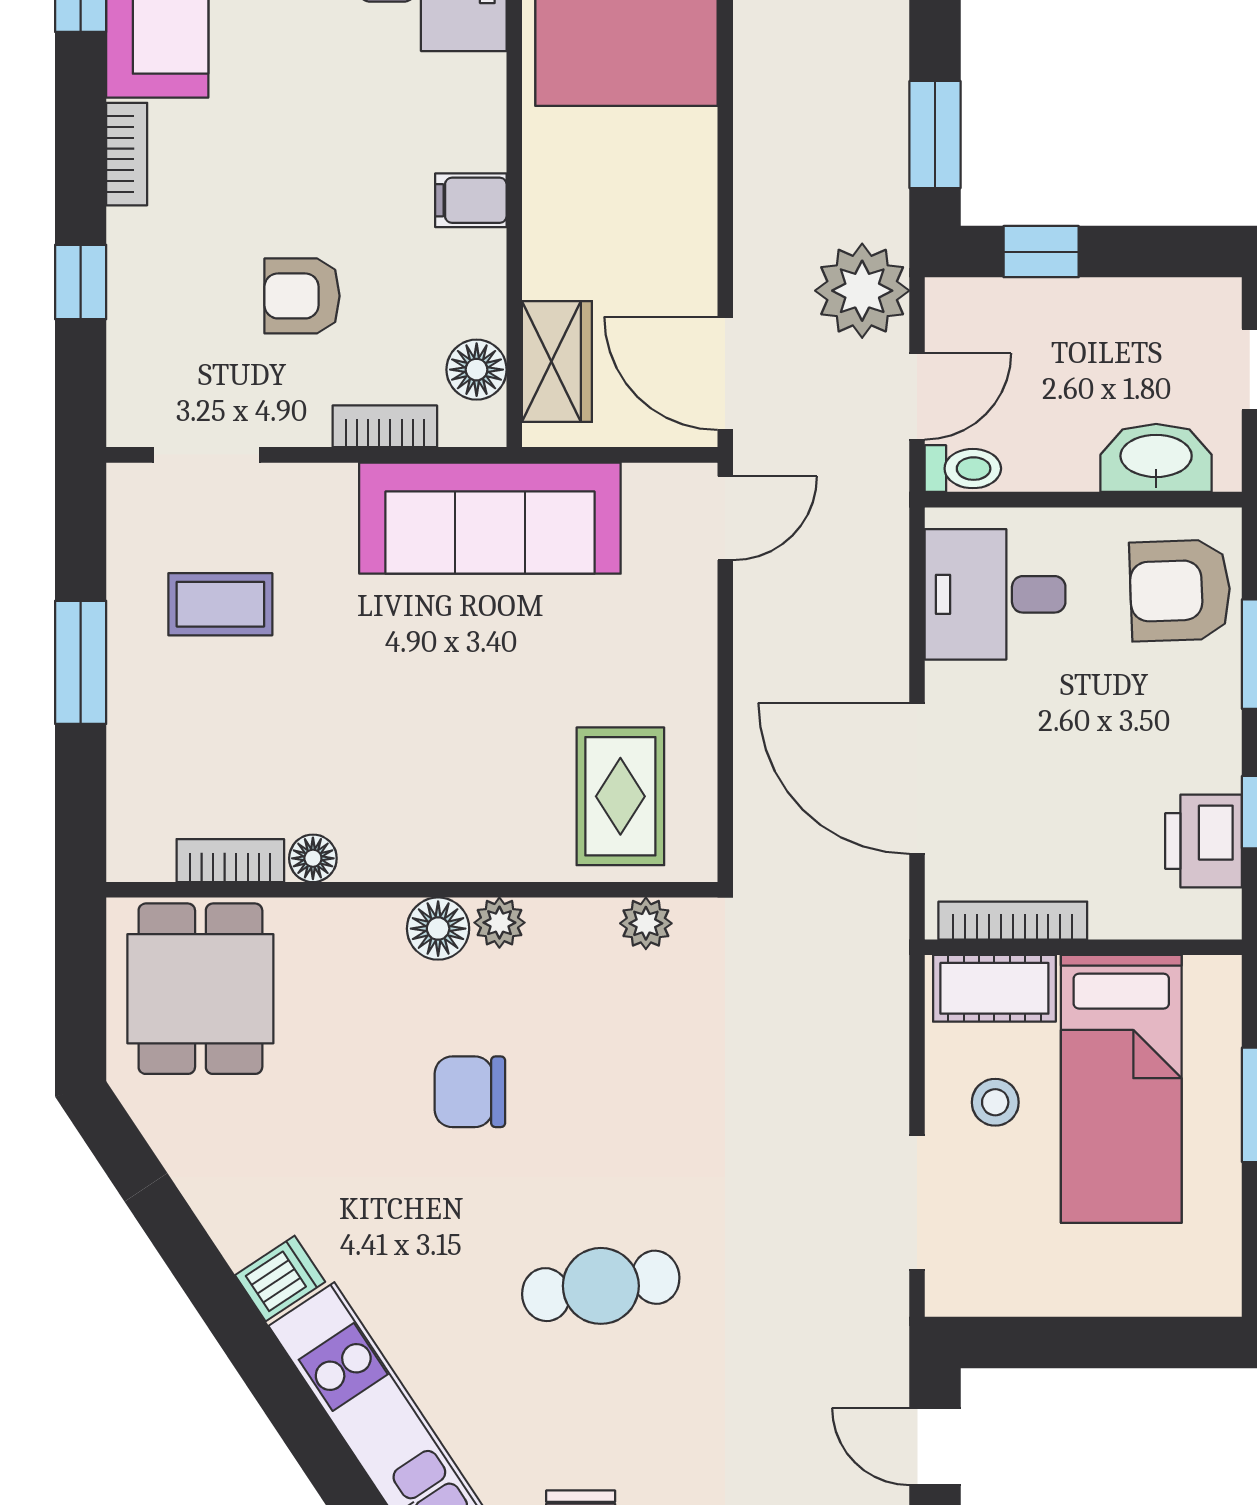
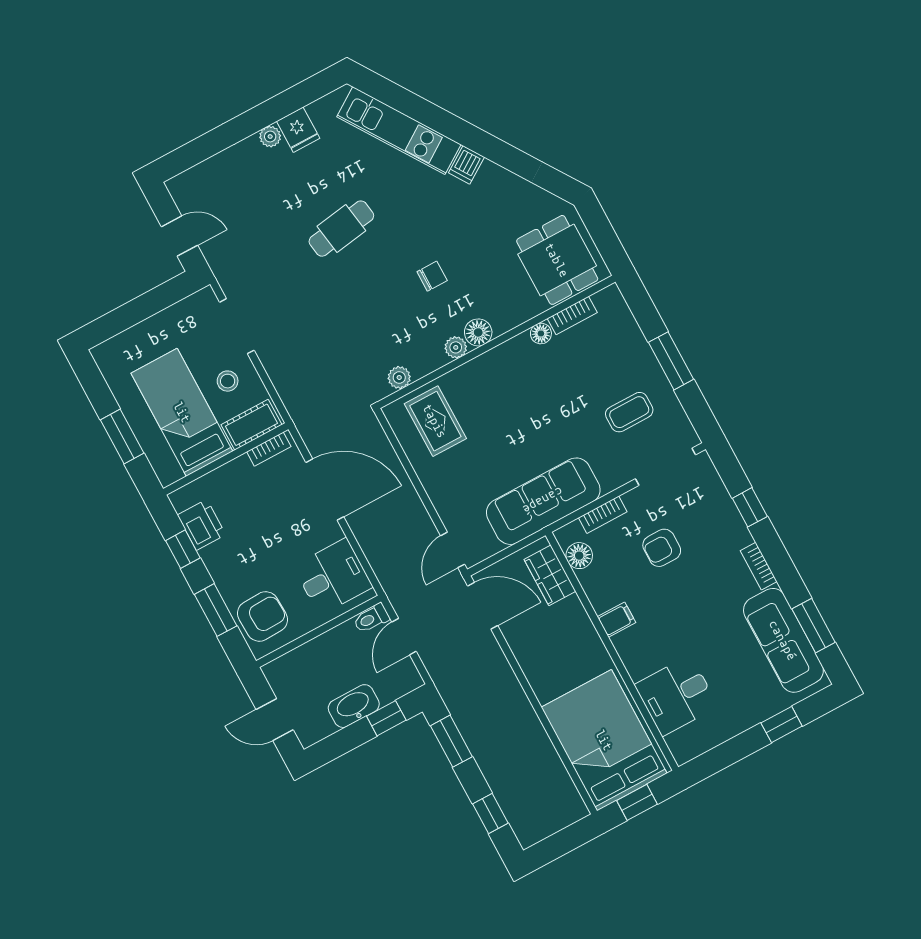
plant: (862, 291) -> (447, 666), removed
armchair: (302, 296) -> (662, 548), turned 180
doorway: (207, 455) -> (665, 467), width x1.38
washbasin: (1156, 458) -> (354, 706), moved, turned 180
bookcase: (1013, 921) -> (269, 449), width x0.64
chair: (470, 1092) -> (432, 276), width x0.73, depth x0.73

